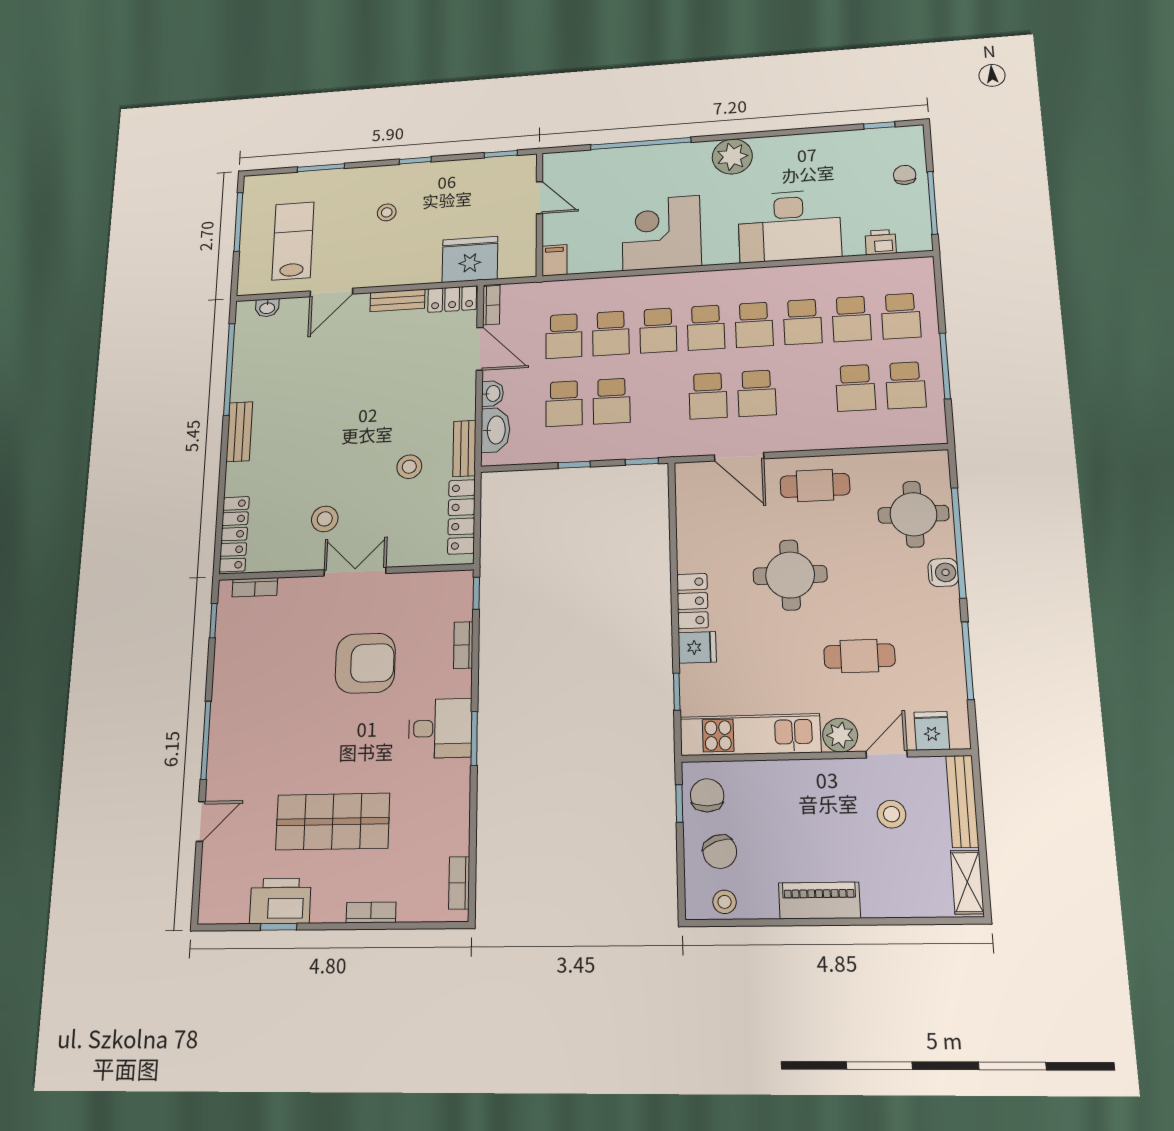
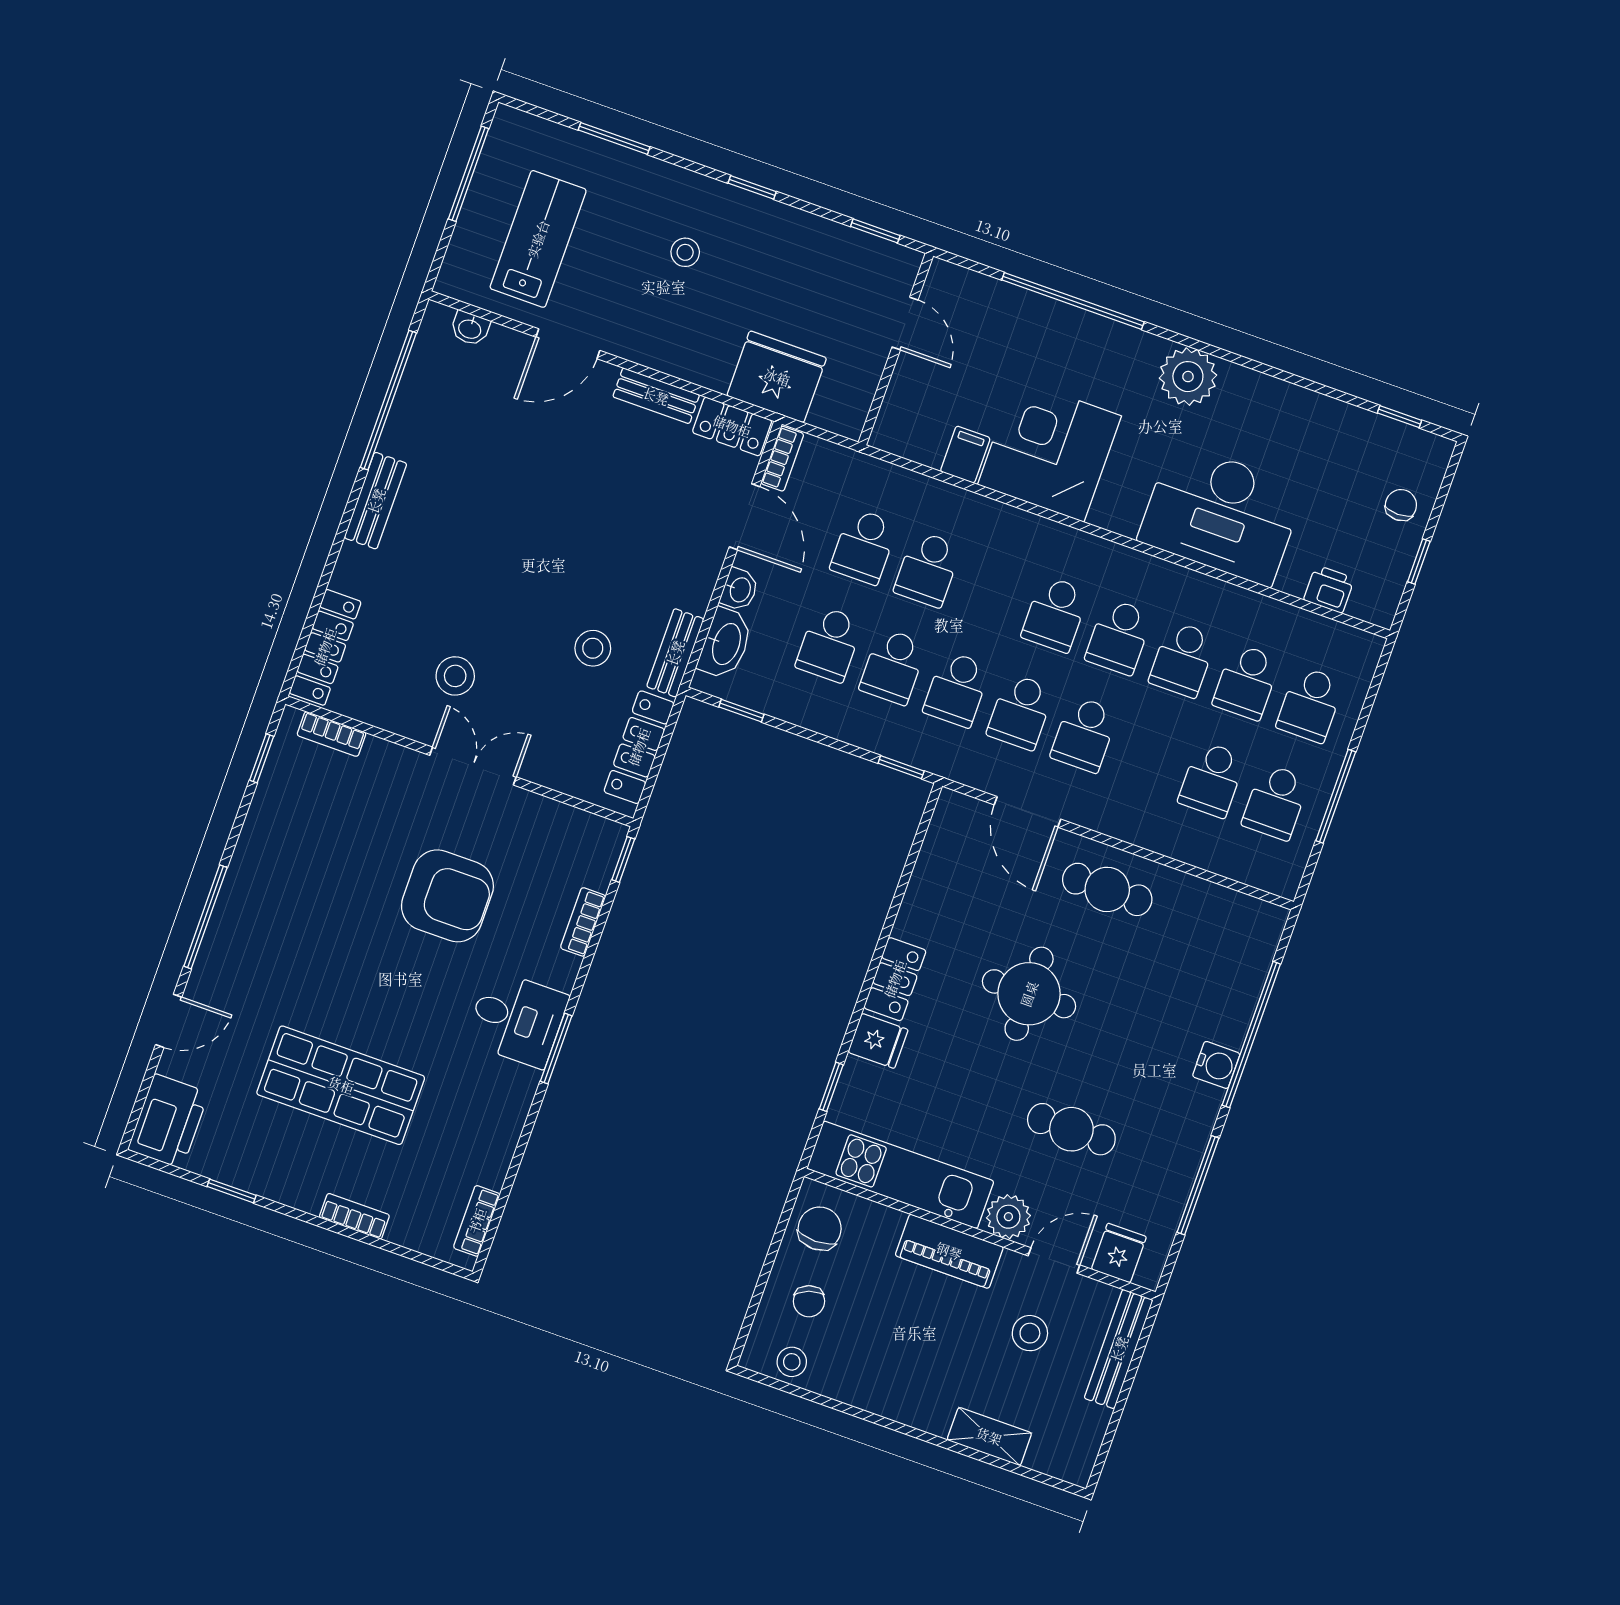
window: (932, 203) -> (1419, 561), width x0.46
filing cabinet: (554, 260) -> (965, 455), moved
school desk: (658, 330) -> (957, 689), moved
window: (574, 465) -> (741, 711), moved
round table: (913, 514) -> (1212, 976), removed
window: (679, 803) -> (782, 1226), removed
chair: (720, 852) -> (809, 1301), width x0.73, depth x0.73
shelving: (967, 882) -> (989, 1436), moved, turned 90
printer: (280, 901) -> (168, 1121), moved, turned 90
piano: (819, 901) -> (949, 1251), moved, turned 180

